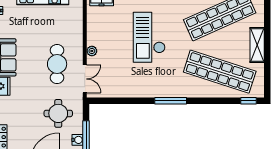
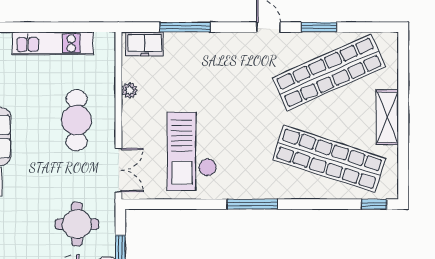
checkout: (149, 37) -> (192, 152), moved
plant: (92, 51) -> (129, 90), moved
cafe table: (57, 64) -> (76, 120), moved

